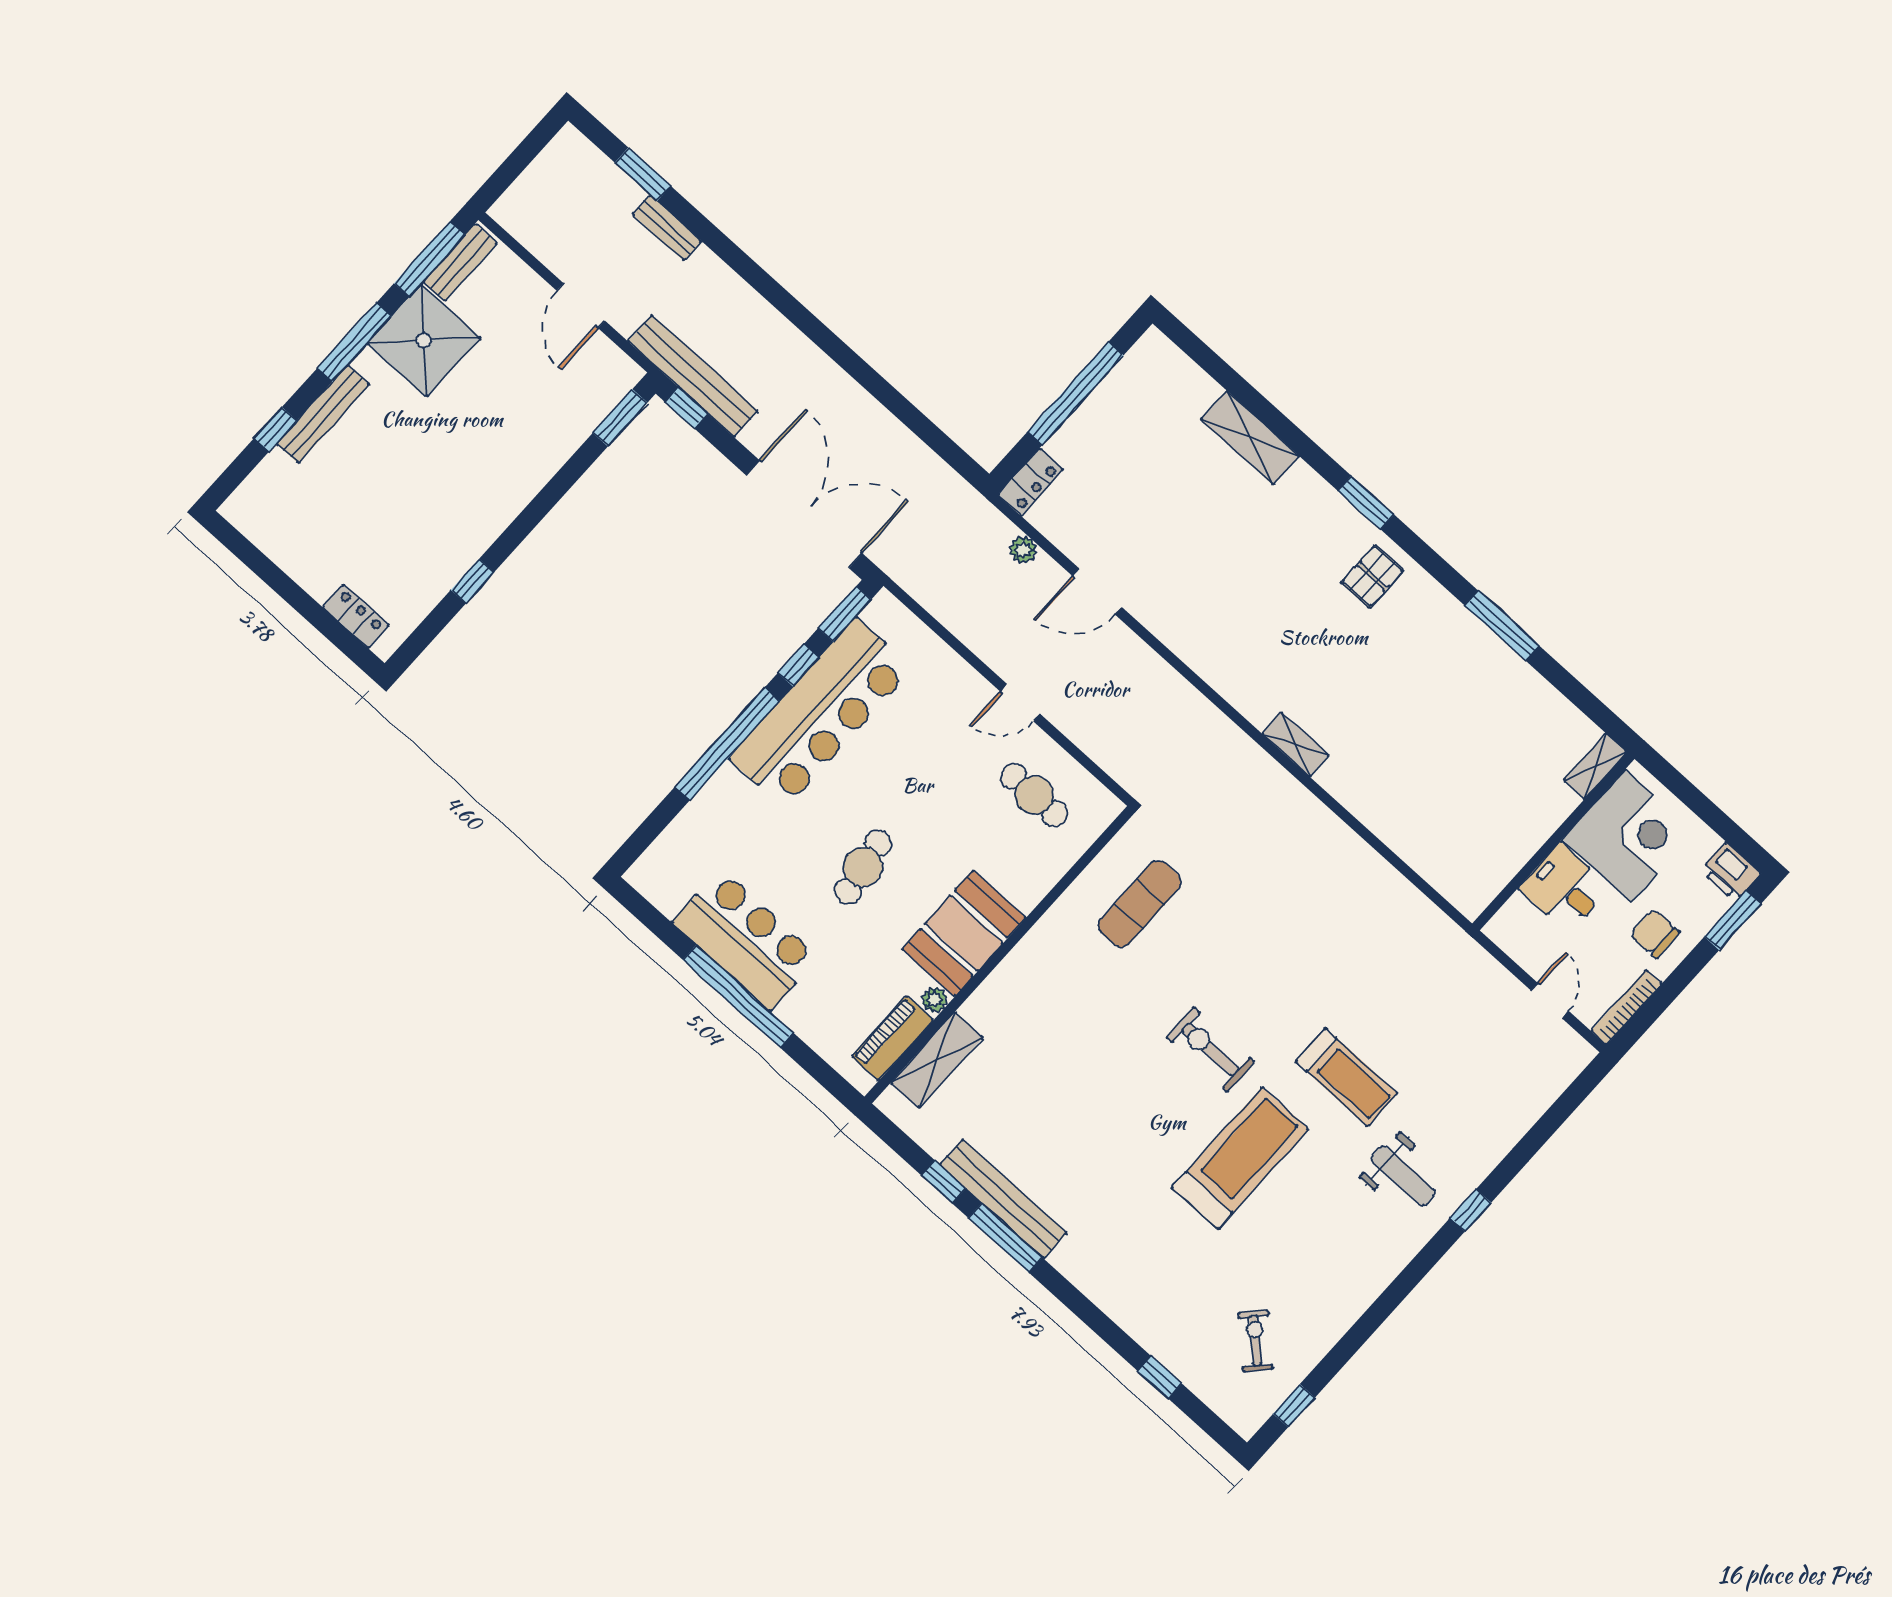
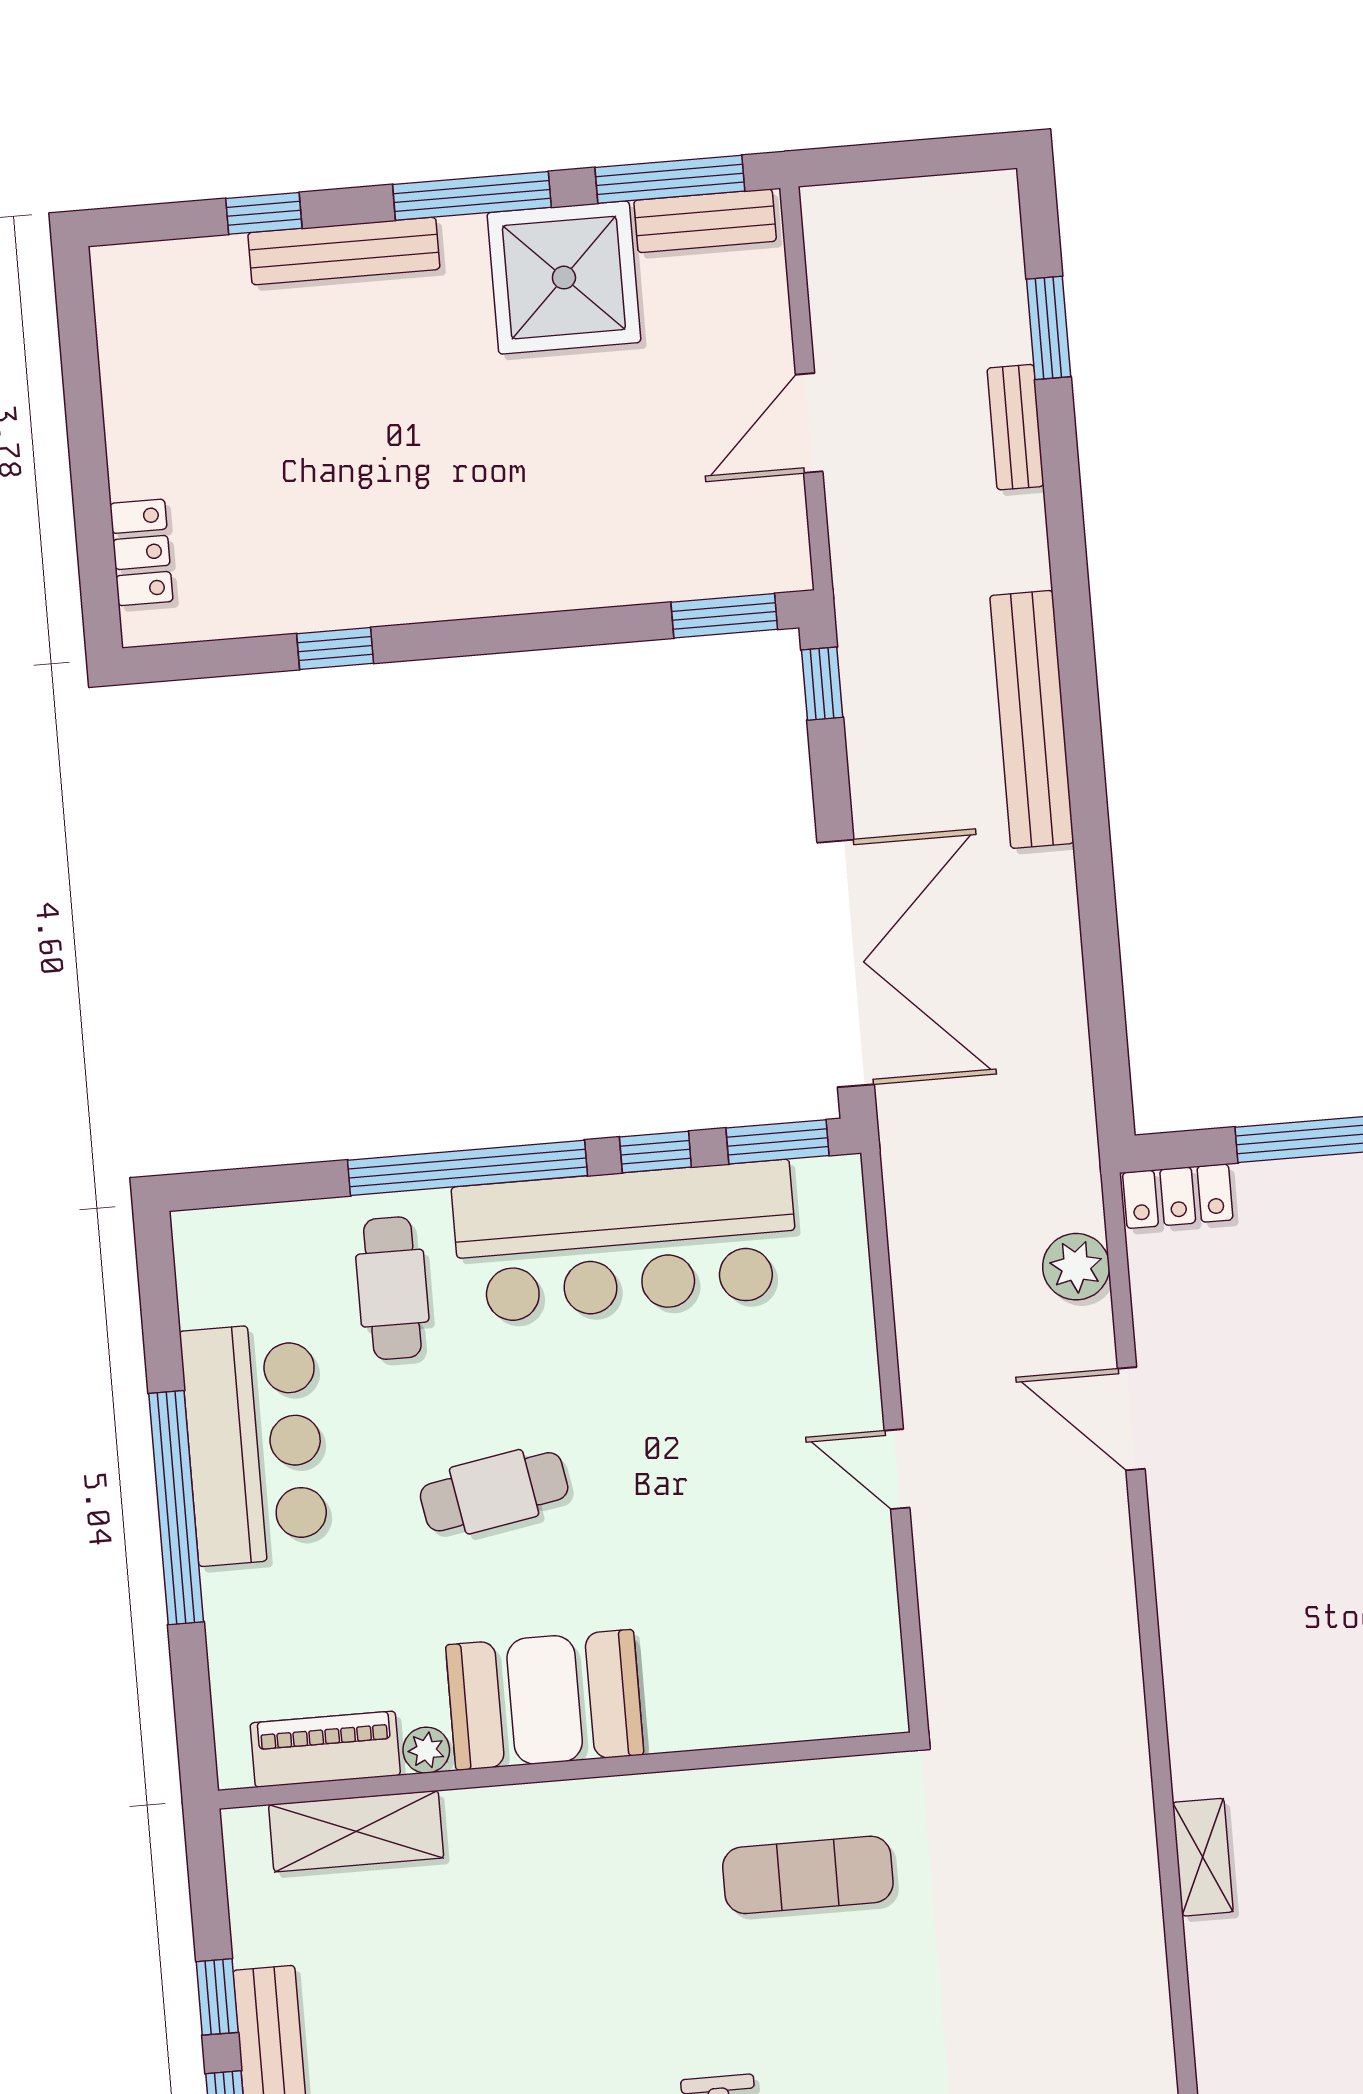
bench: (693, 376) -> (1032, 719), moved
plant: (1023, 550) -> (1076, 1267), width x1.38, depth x1.38
cafe table: (1034, 795) -> (392, 1288), moved

